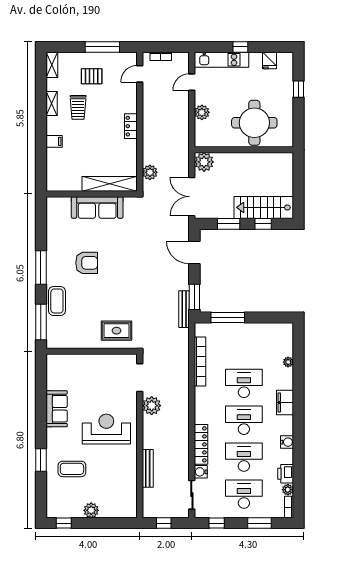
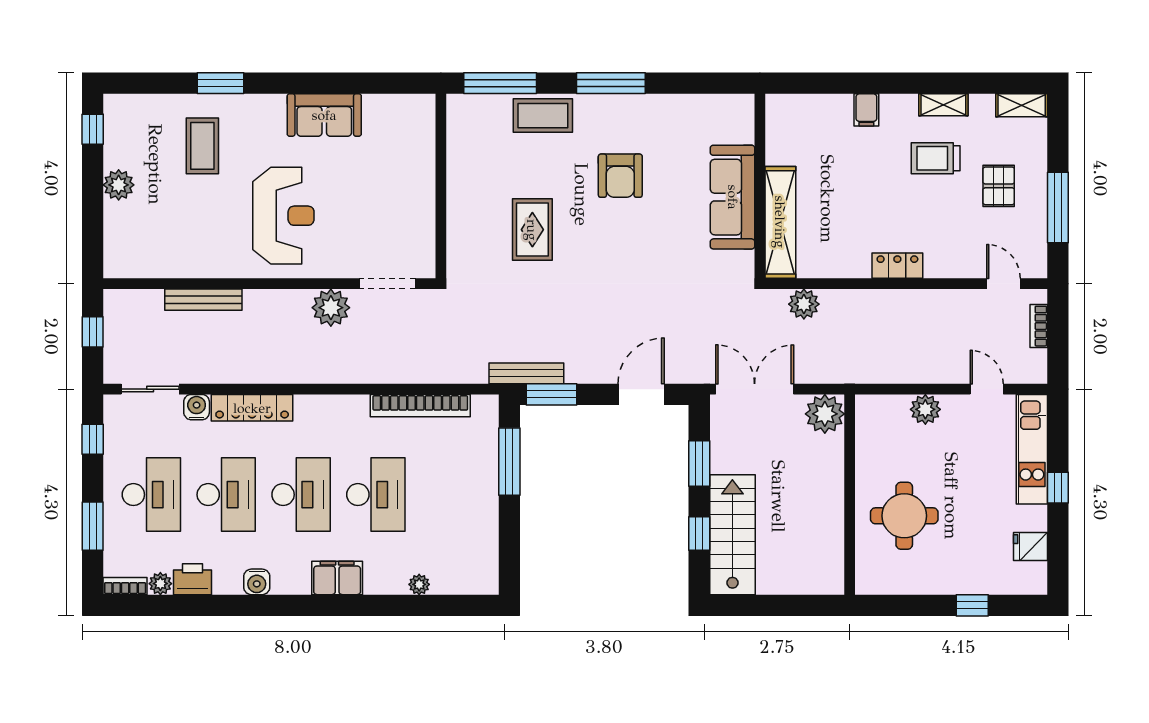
round table: (254, 123) -> (904, 516), width x0.73, depth x0.73
rug: (116, 331) -> (532, 230), moved

